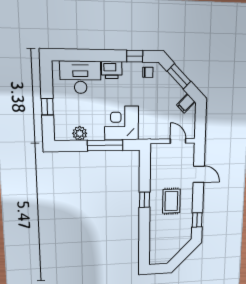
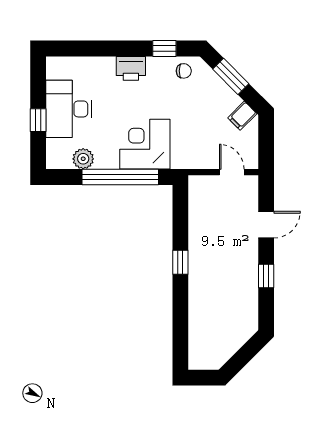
desk: (80, 77) -> (69, 109), moved, turned -90
window: (105, 145) -> (120, 177), width x1.46
door: (199, 174) -> (266, 225), hinge flipped
rug: (171, 201) -> (223, 266), removed
window: (197, 220) -> (266, 276), moved

